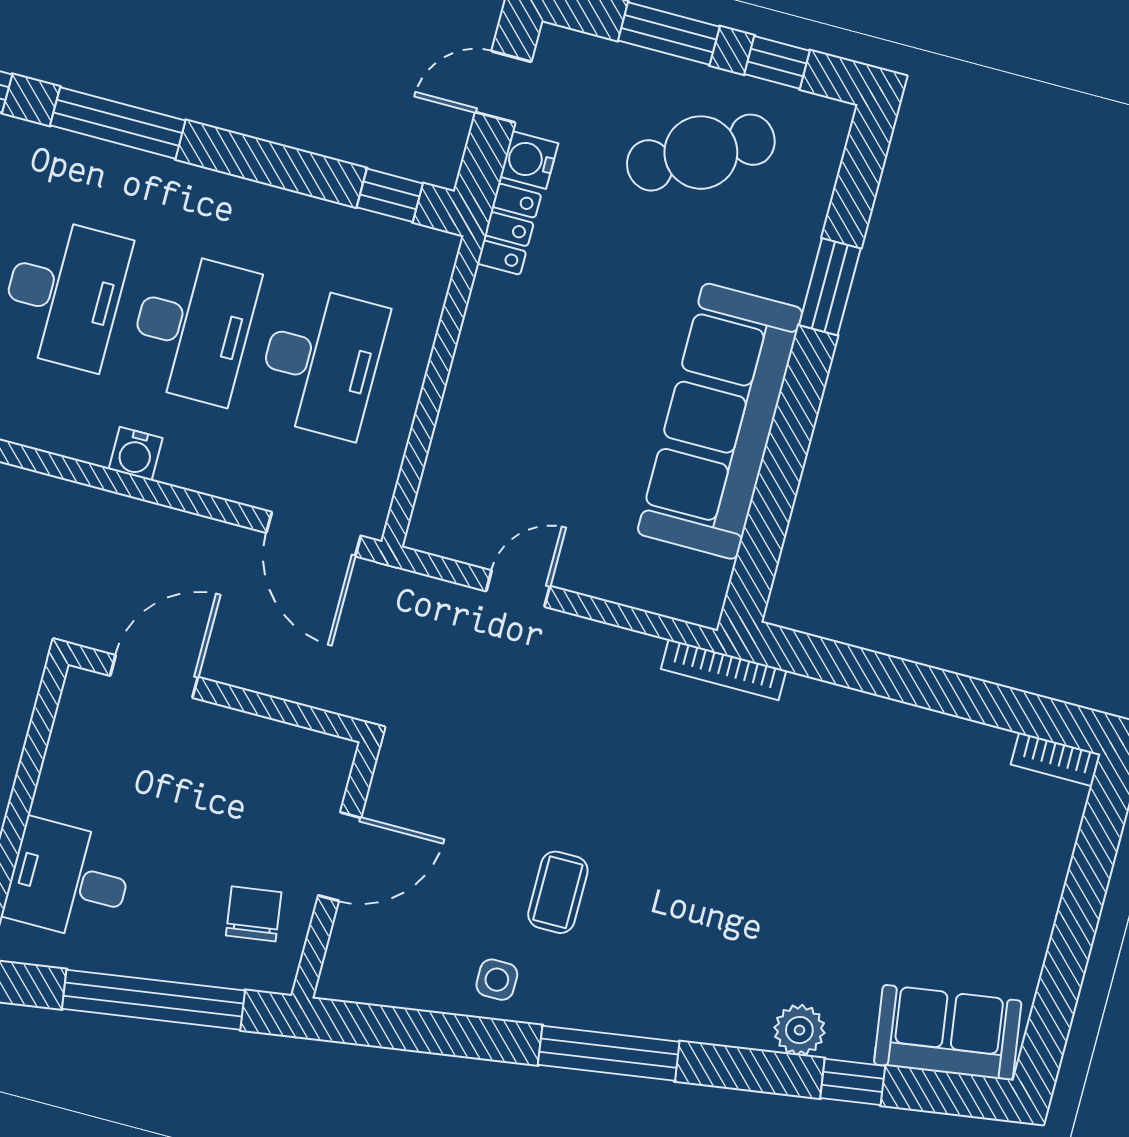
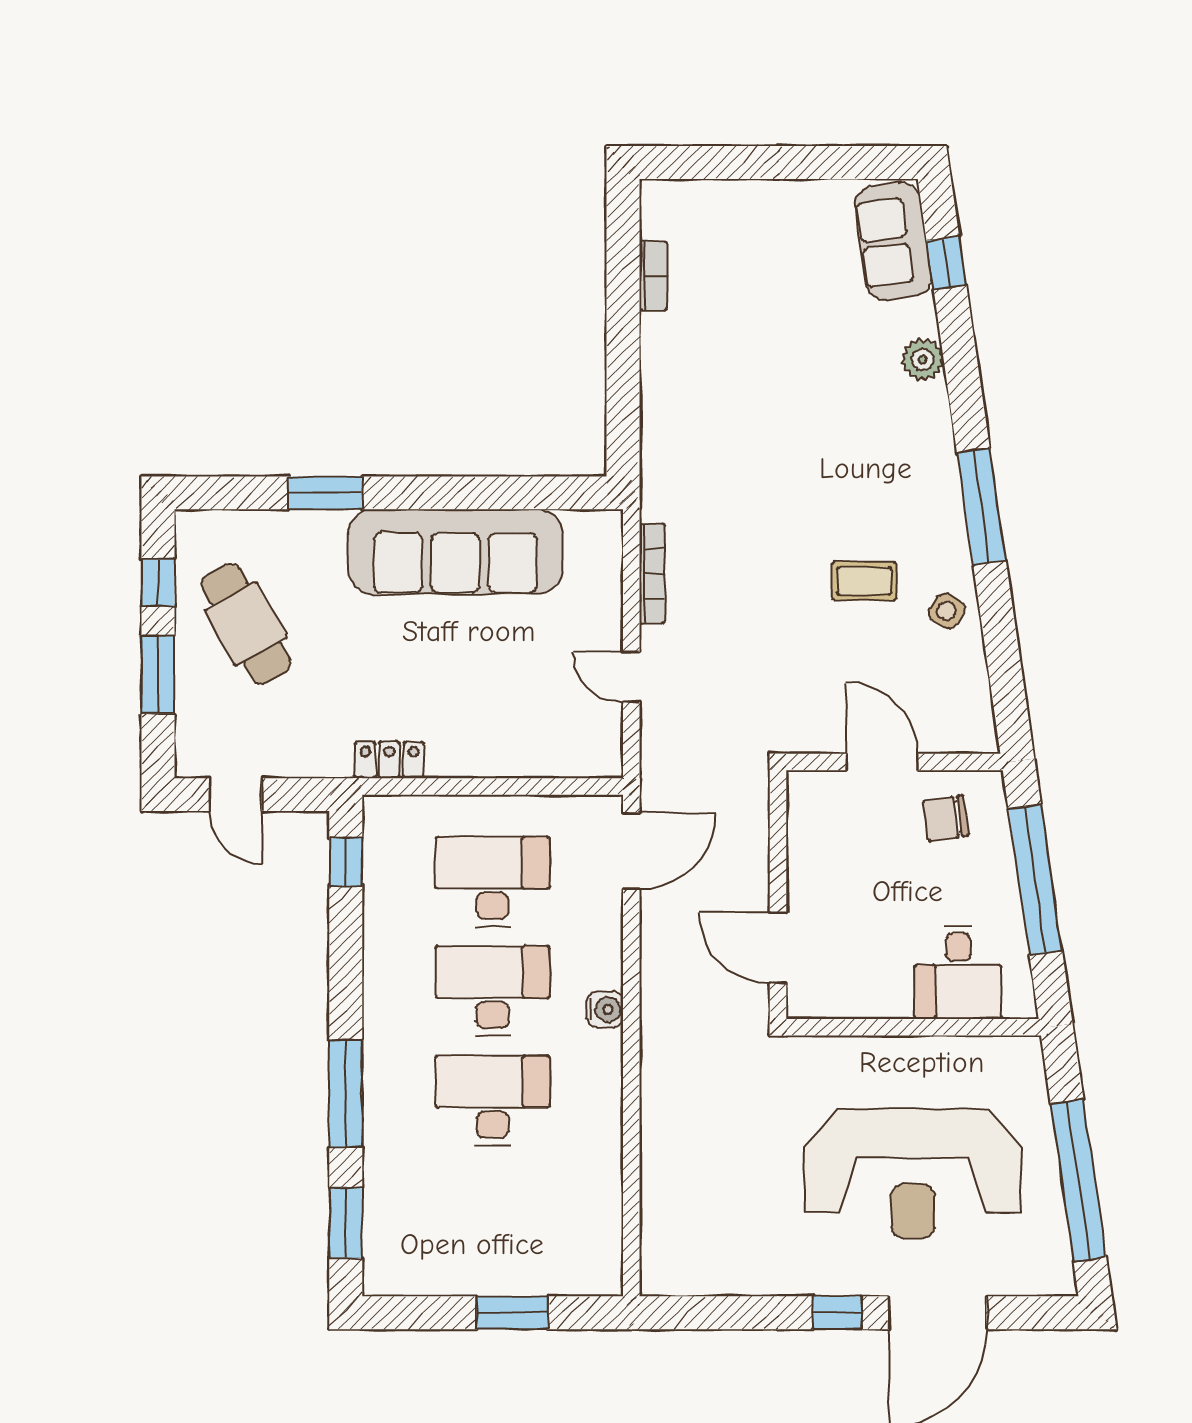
water cooler: (529, 160) -> (288, 759), removed
locker: (509, 229) -> (389, 760), moved
bookcase: (724, 670) -> (652, 574), moved
bookcase: (1056, 759) -> (653, 276), moved
side table: (497, 980) -> (947, 611), turned 33
window: (853, 1082) -> (946, 263), moved

